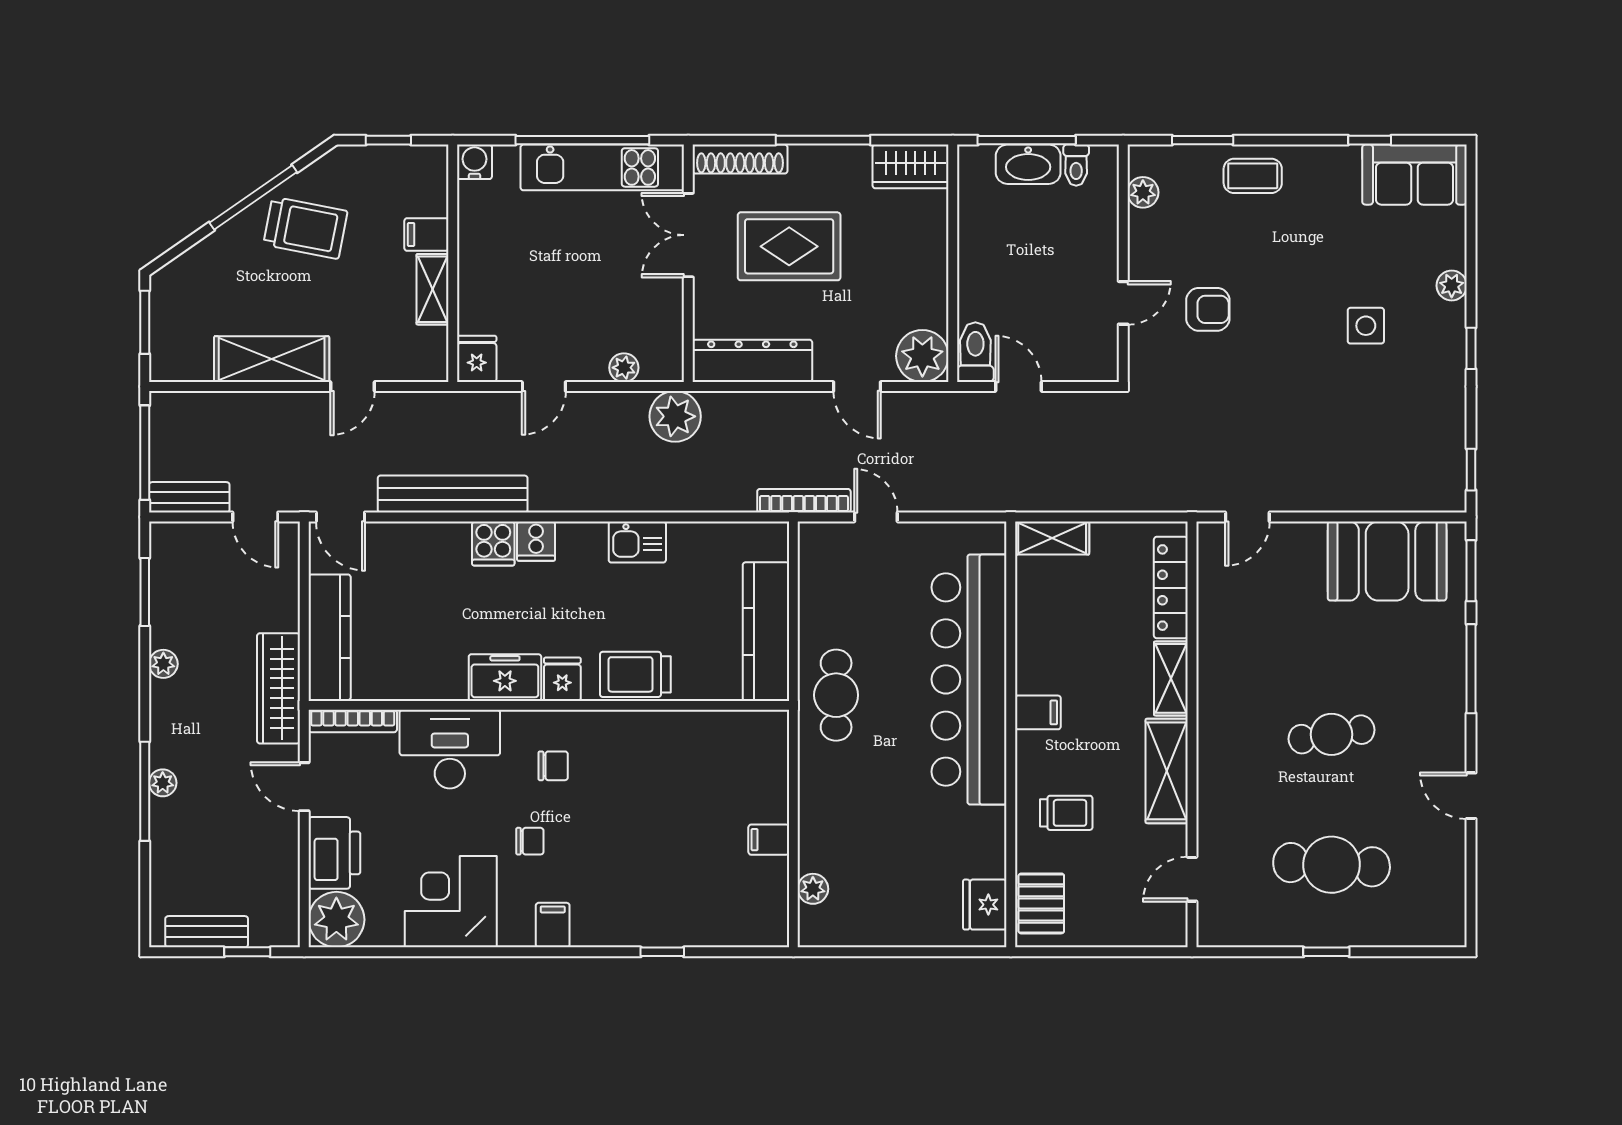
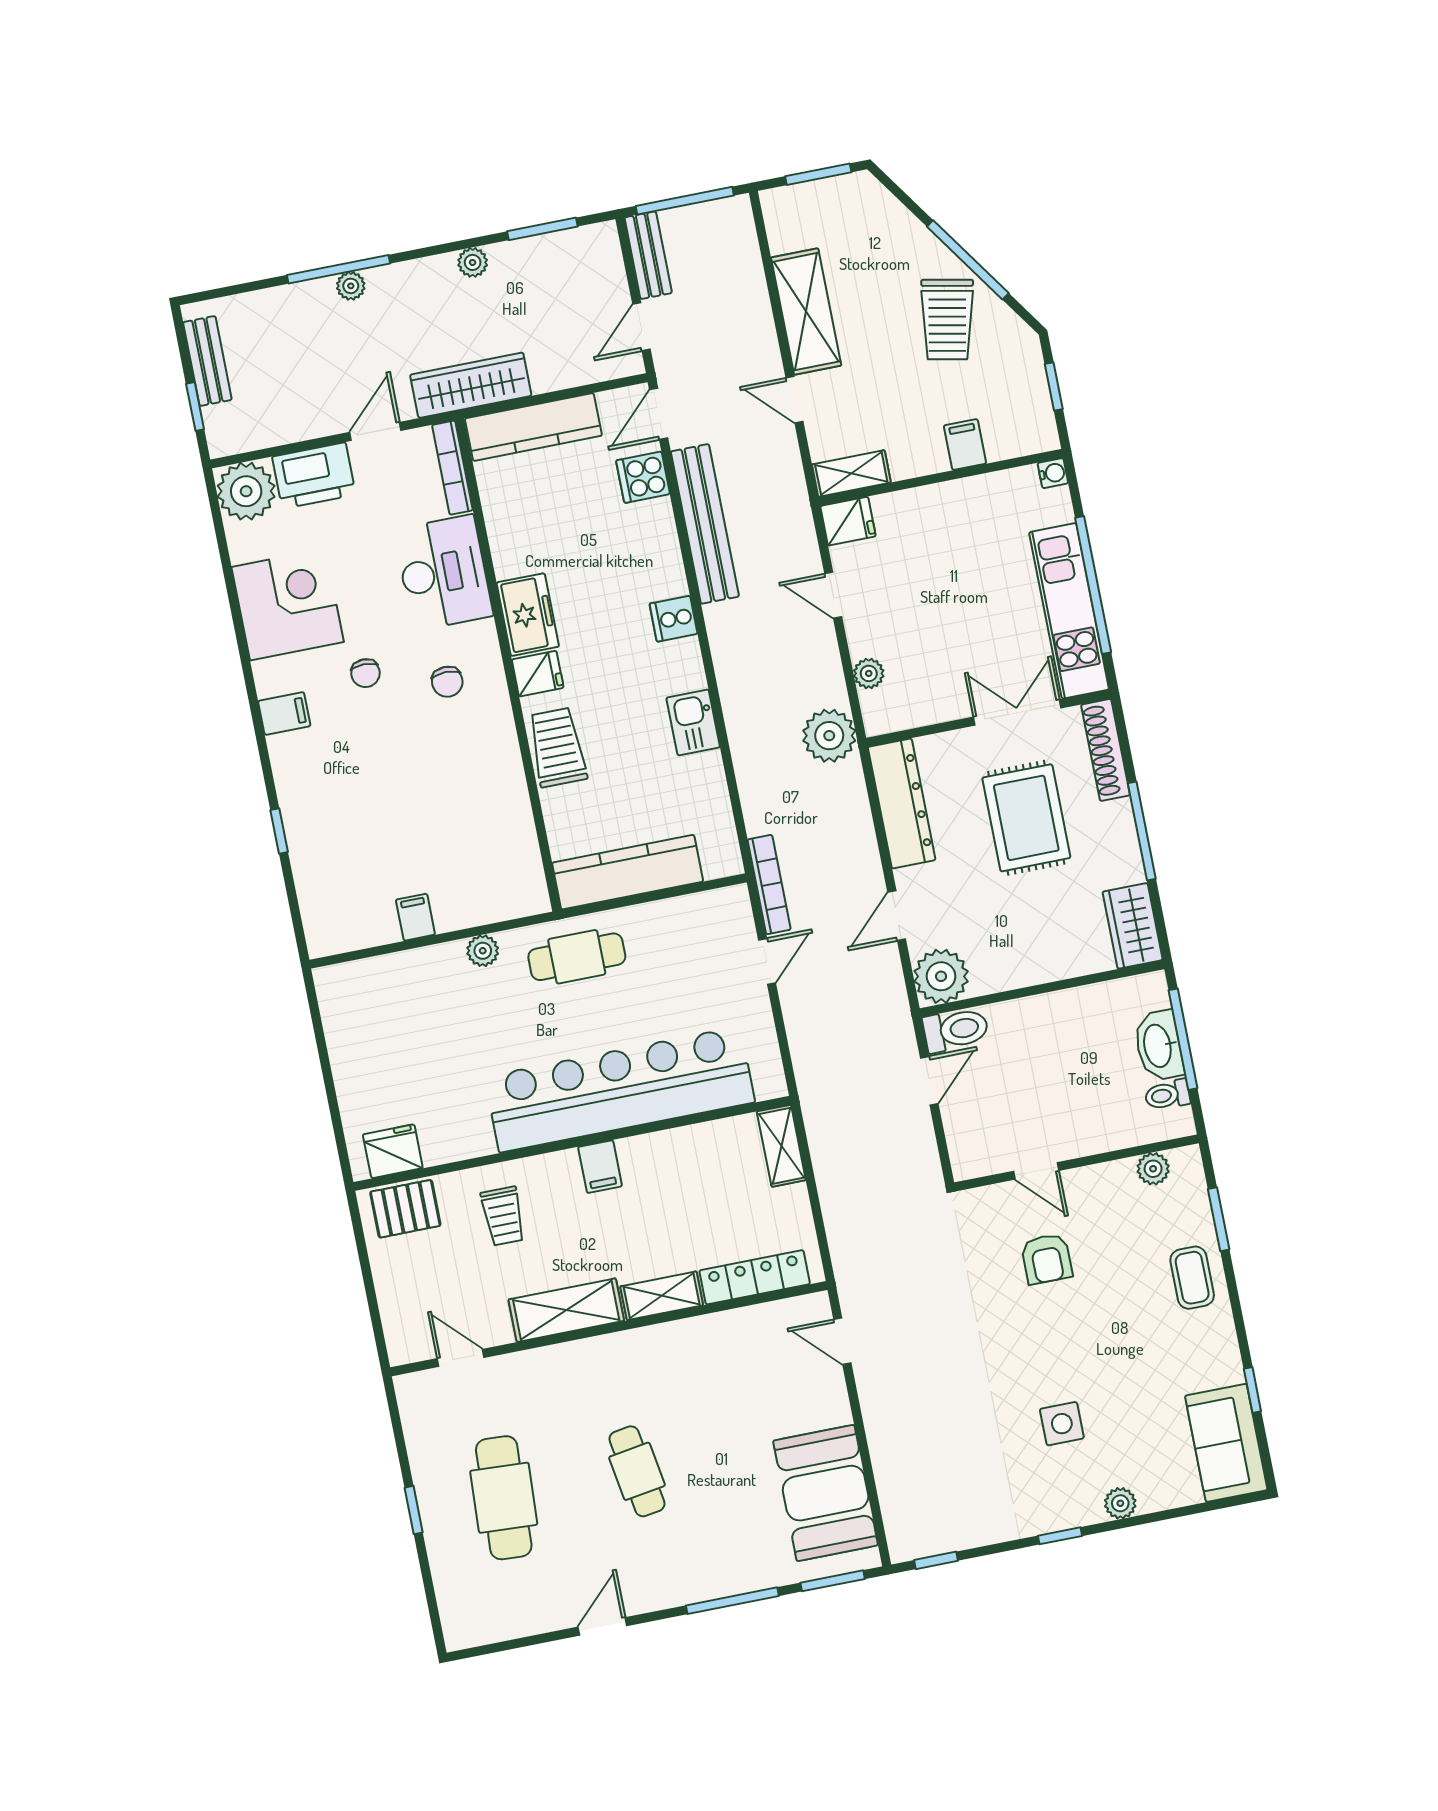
water cooler: (474, 162) -> (1053, 473), width x0.72, depth x0.72
shelving: (432, 289) -> (851, 473), moved
cooker: (493, 543) -> (643, 477), moved
plant: (813, 889) -> (483, 951), moved

